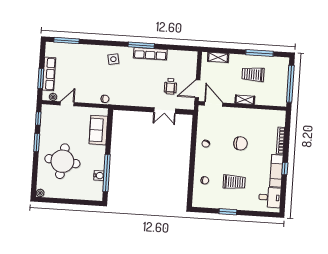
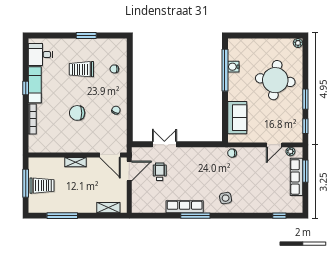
window: (66, 40) -> (279, 216), width x0.46
trolley: (253, 74) -> (42, 186), moved
window: (290, 84) -> (26, 183), width x0.68

